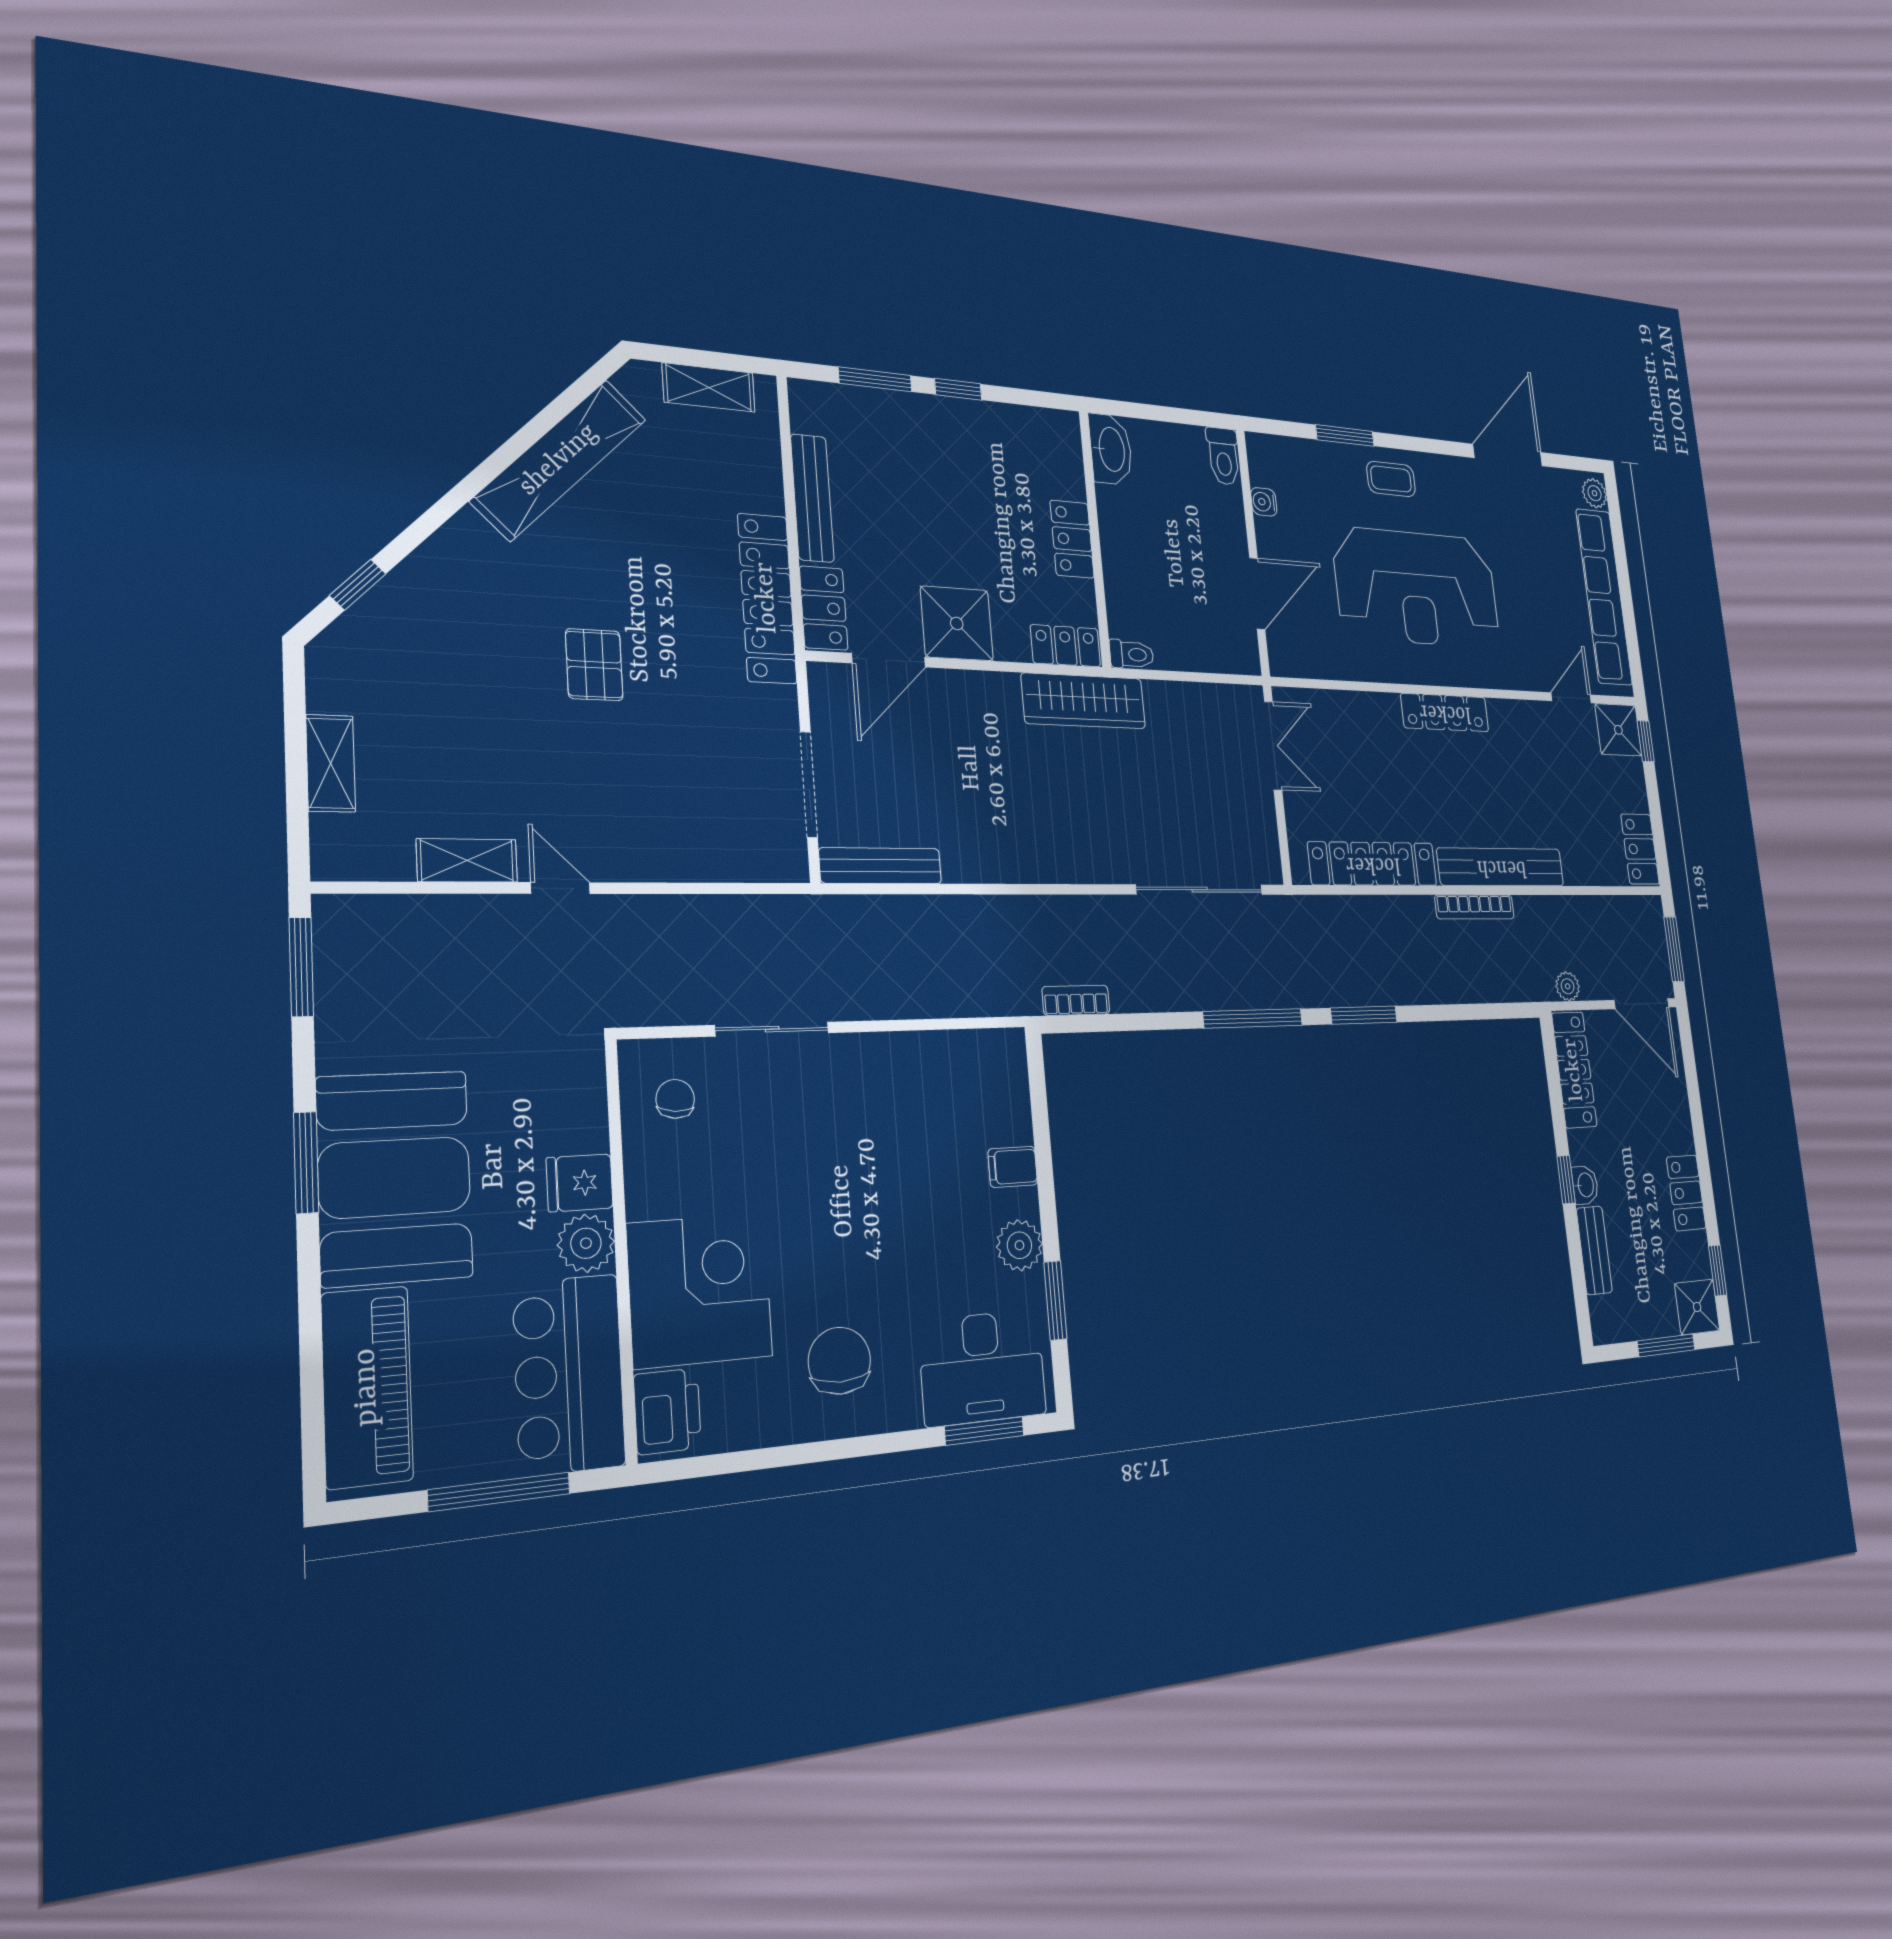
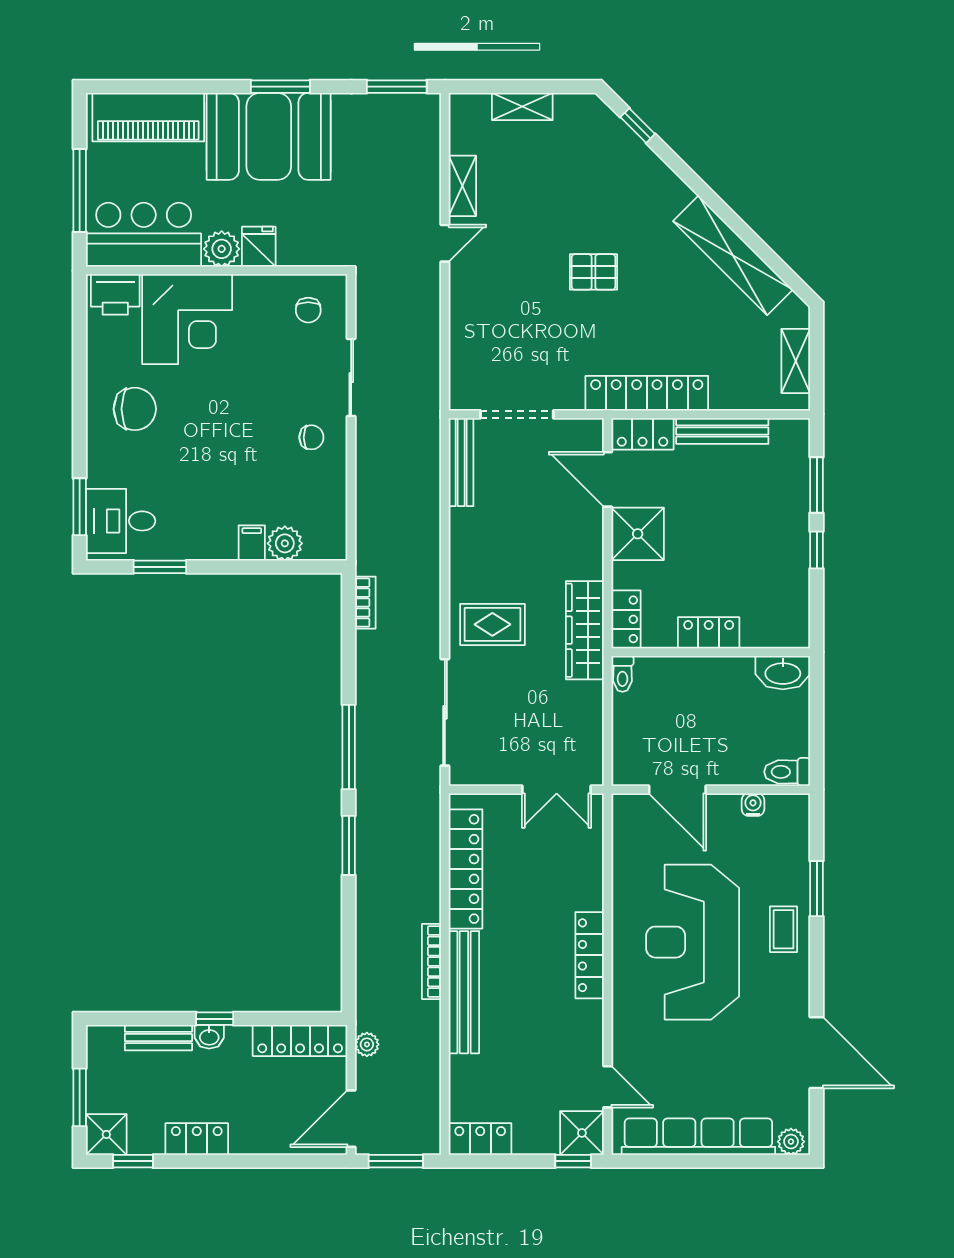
rug: (1088, 825) -> (492, 624), added
chair: (862, 1086) -> (311, 437), added
chair: (675, 1099) -> (308, 310), turned 86
plant: (1019, 1245) -> (285, 543), moved
desk: (982, 1368) -> (121, 521), width x0.73

